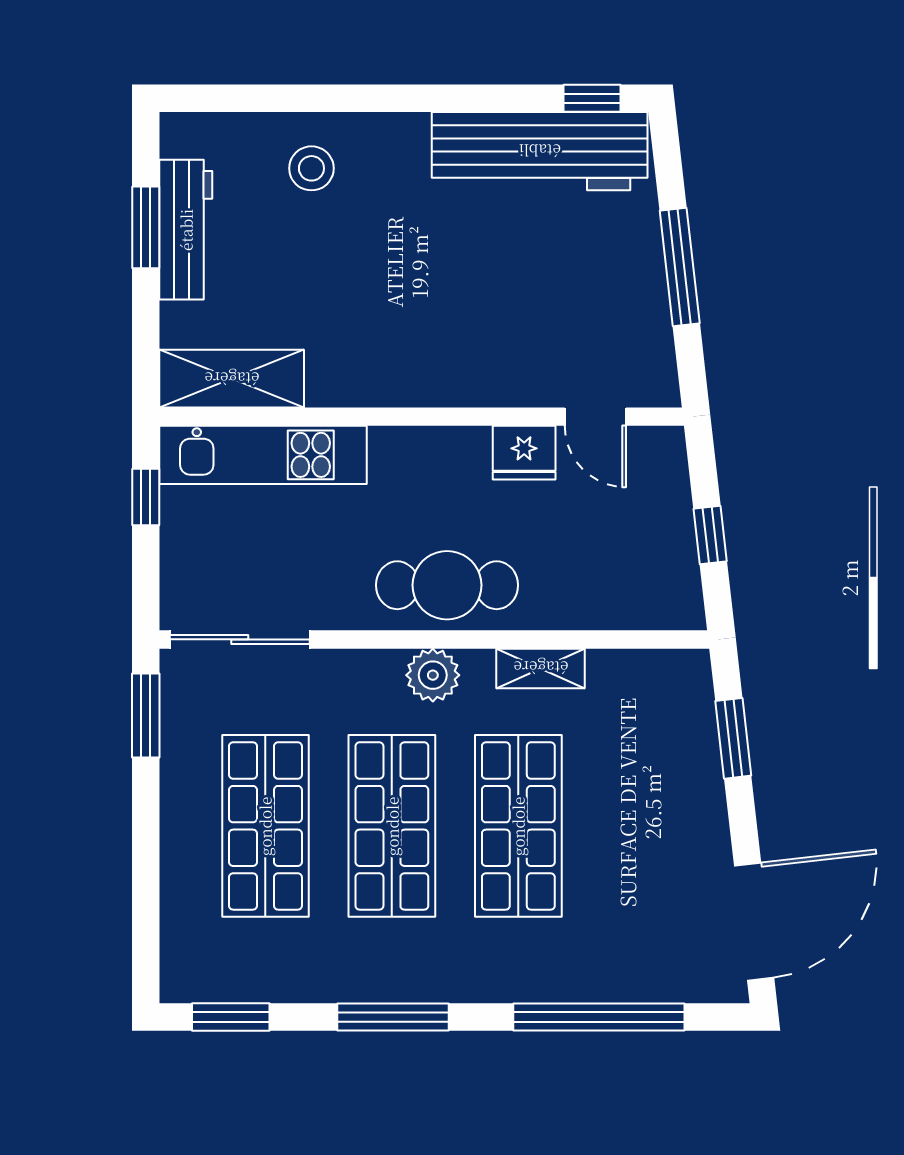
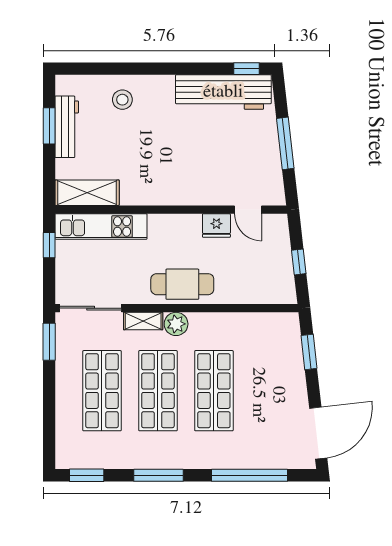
shelving: (541, 668) -> (143, 321), moved

